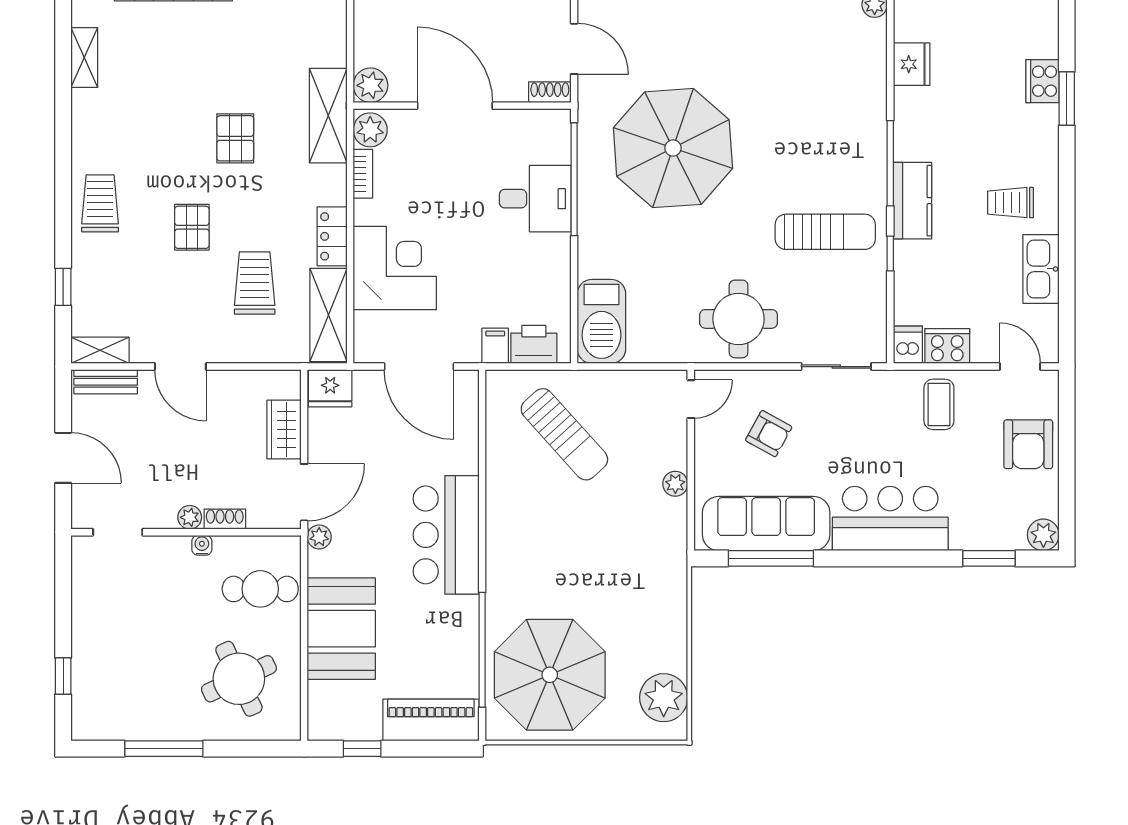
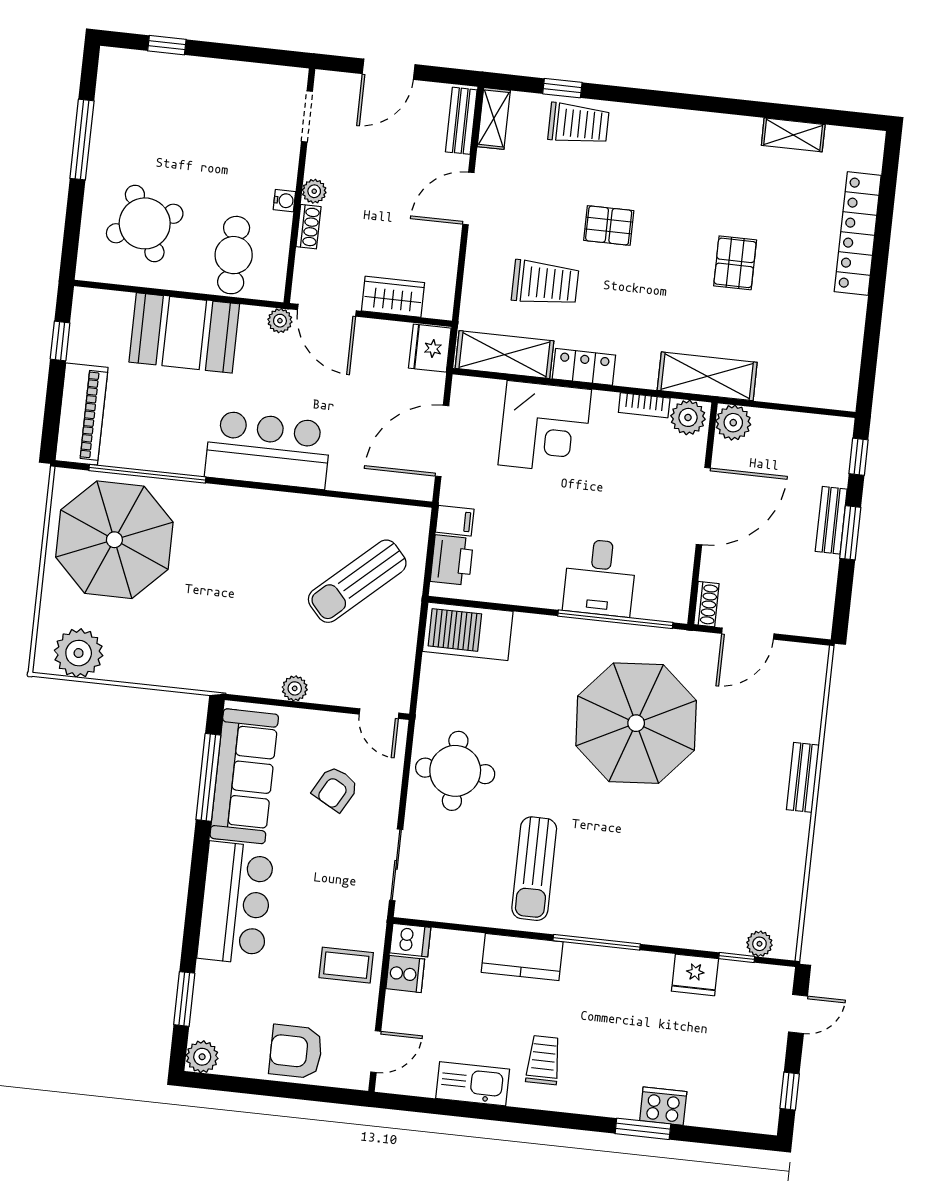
pallet: (235, 138) -> (735, 263), moved, turned 90
kitchen counter: (913, 201) -> (522, 957), moved
trolley: (100, 203) -> (579, 124), moved
window: (890, 254) -> (737, 958), moved
cooker: (947, 346) -> (405, 974), width x0.73

